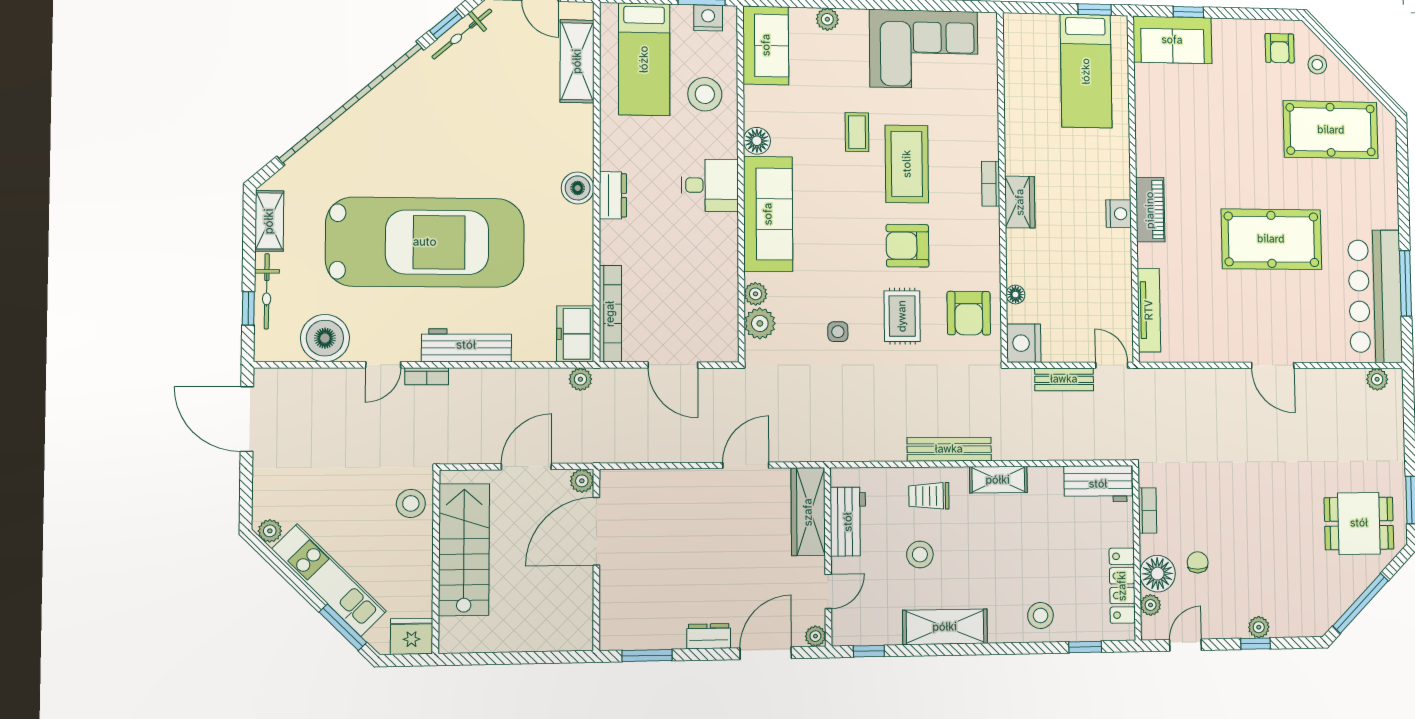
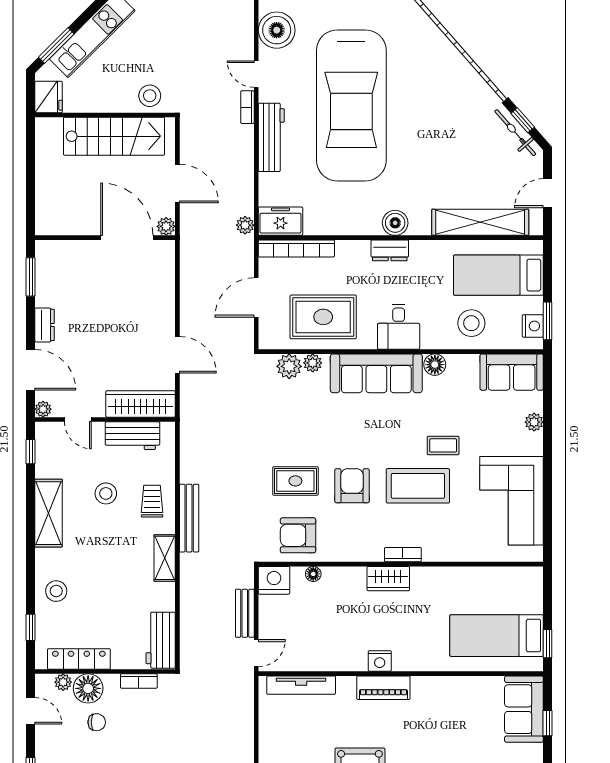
shelving: (577, 61) -> (480, 222), width x1.47
rug: (697, 280) -> (323, 317), added
side table: (838, 332) -> (283, 429), removed

